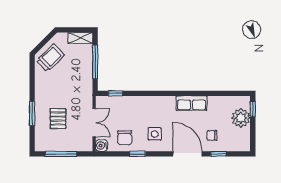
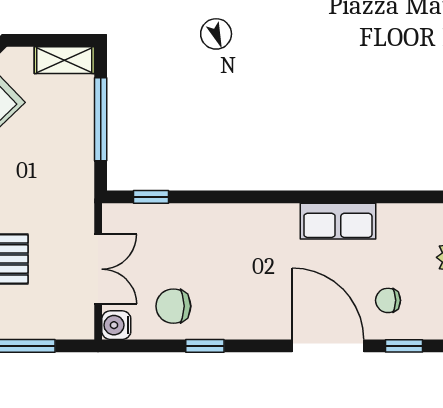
side table: (155, 134) -> (247, 297), removed
chair: (125, 138) -> (173, 306), turned 90

